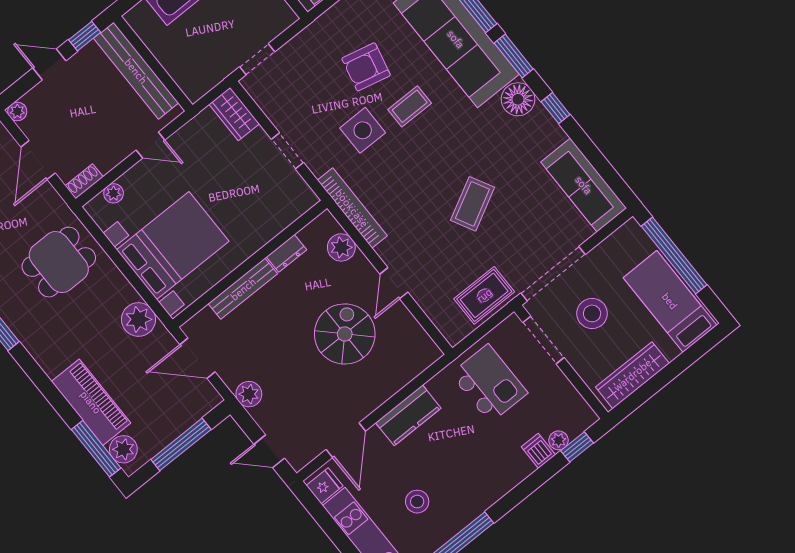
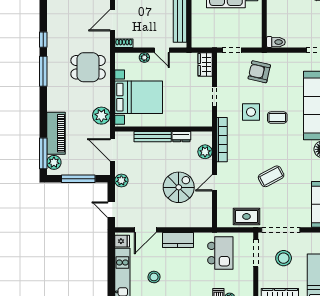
armchair: (366, 67) -> (259, 72), moved
plant: (114, 193) -> (144, 57), moved

